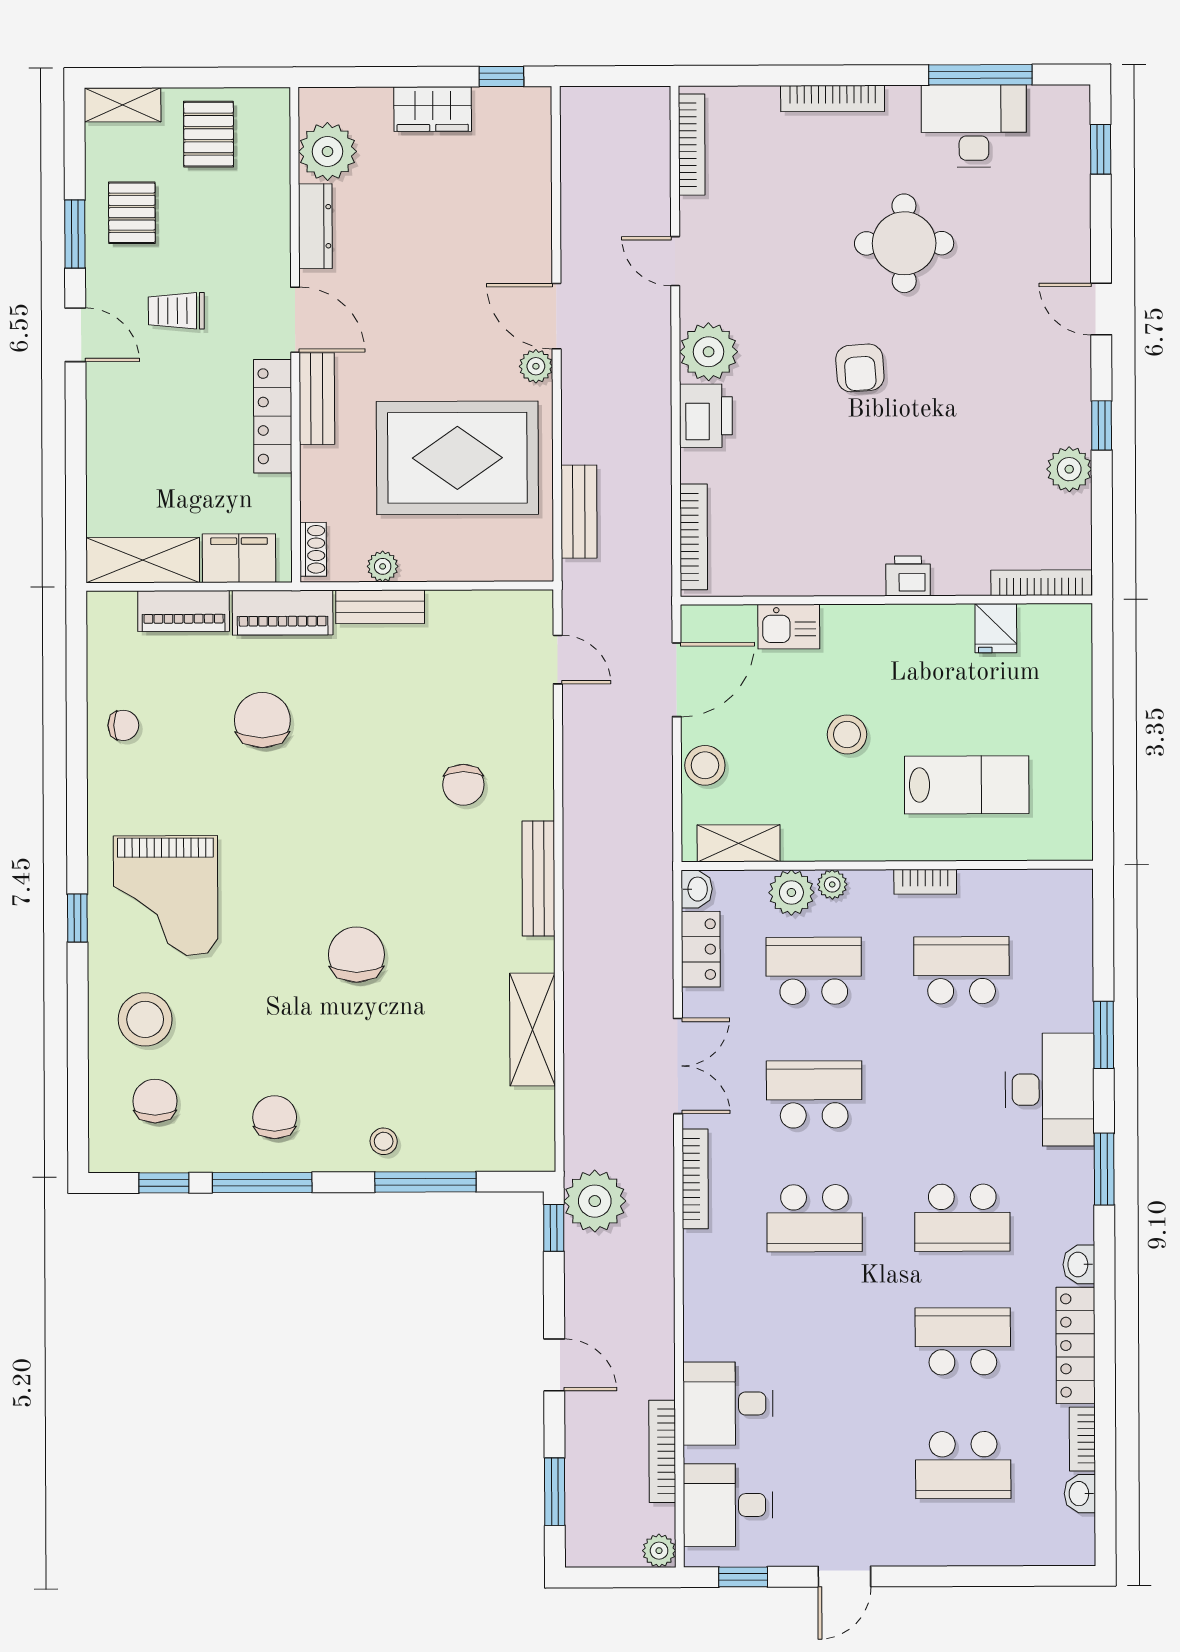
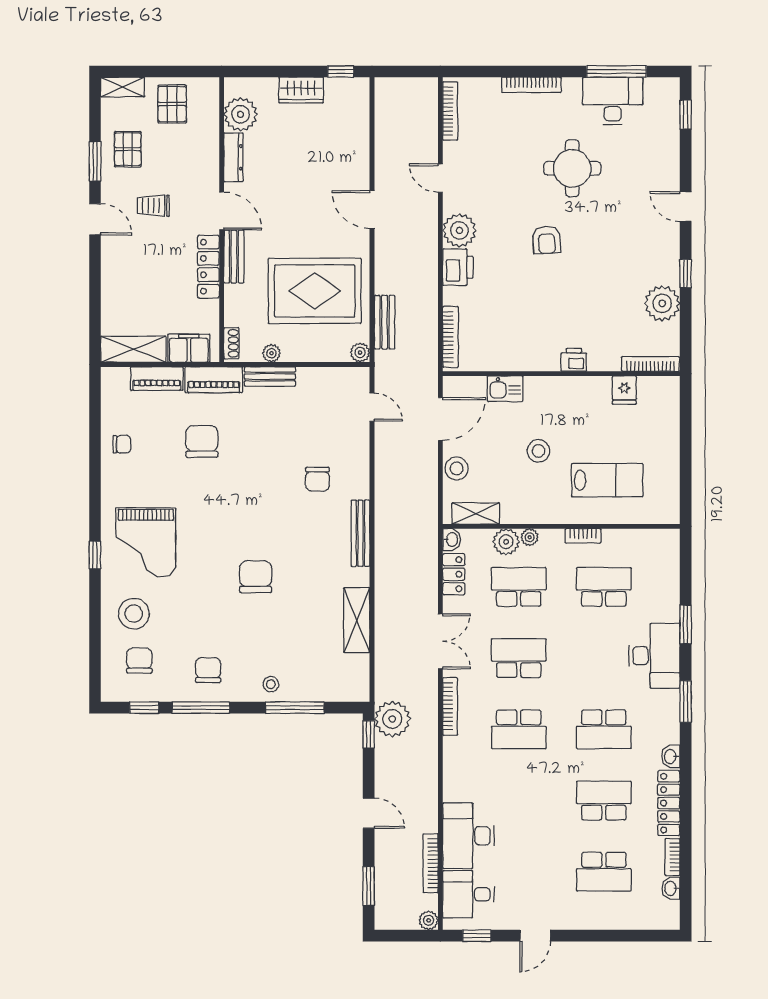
plant: (536, 366) -> (360, 353), moved
plant: (1069, 469) -> (662, 303), width x1.36, depth x1.36
desk: (728, 1404) -> (469, 836), width x1.37

